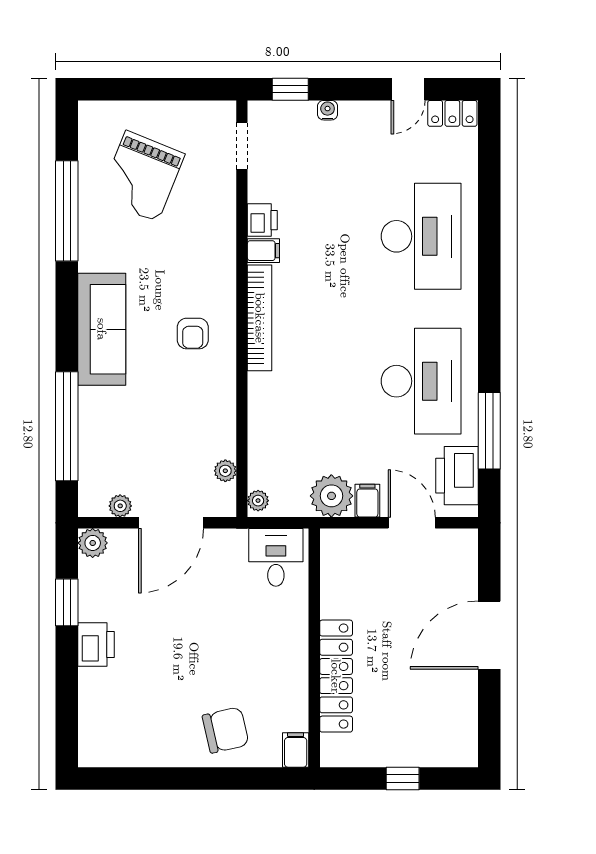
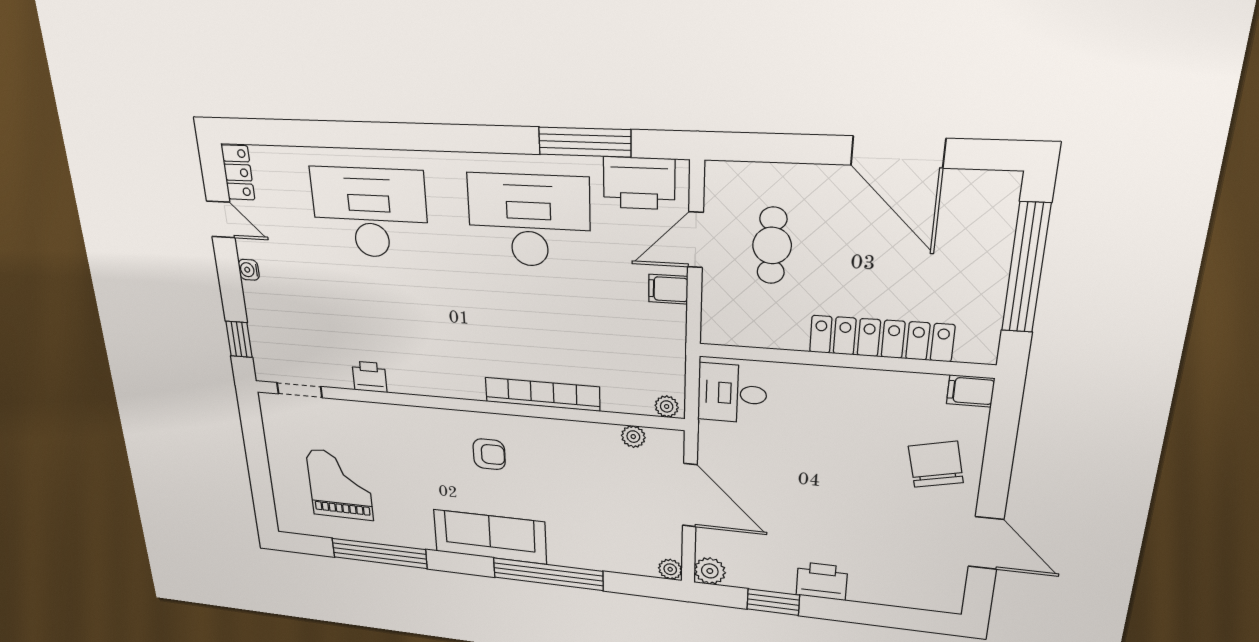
water cooler: (328, 110) -> (249, 270), moved
grand piano: (142, 176) -> (340, 485), turned -112
filing cabinet: (263, 251) -> (400, 378), removed
bookcase: (260, 318) -> (542, 394), moved
window: (67, 426) -> (548, 574), moved
plant: (331, 496) -> (662, 328), removed
plant: (120, 506) -> (670, 569), moved
cafe table: (410, 585) -> (772, 245), added
door: (489, 635) -> (898, 152), moved
door: (154, 778) -> (986, 543), added
window: (403, 778) -> (1026, 268), width x3.17

